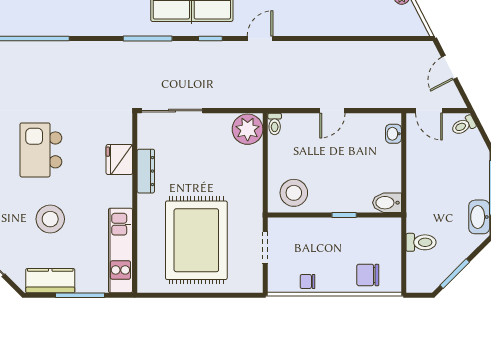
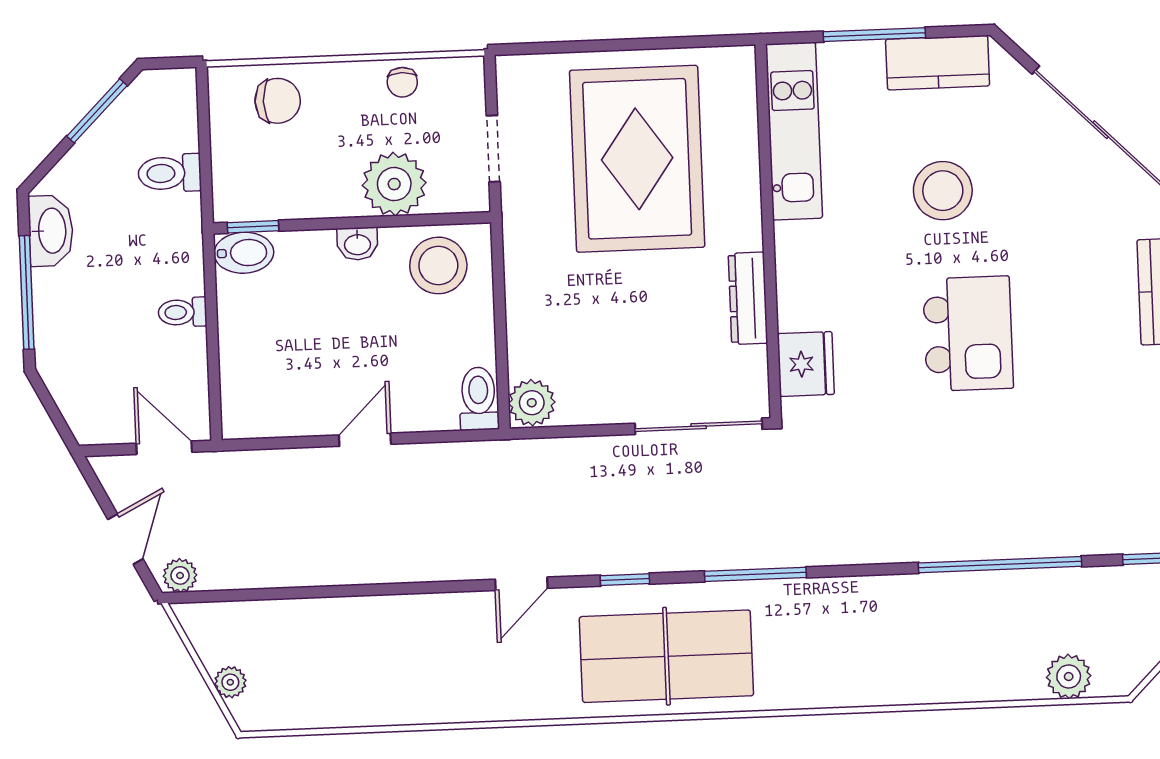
plant: (424, 49) -> (180, 575), added
toilet: (275, 124) -> (479, 399), width x1.37, depth x1.39
toilet: (463, 125) -> (182, 312), moved, turned -153
plant: (248, 129) -> (532, 403), width x0.73, depth x0.73
washbasin: (393, 134) -> (357, 244), moved, turned 90
fridge: (119, 160) -> (806, 364), moved
window: (344, 215) -> (253, 227), moved
plant: (313, 233) -> (394, 184), added
chair: (308, 281) -> (402, 82), turned 90

